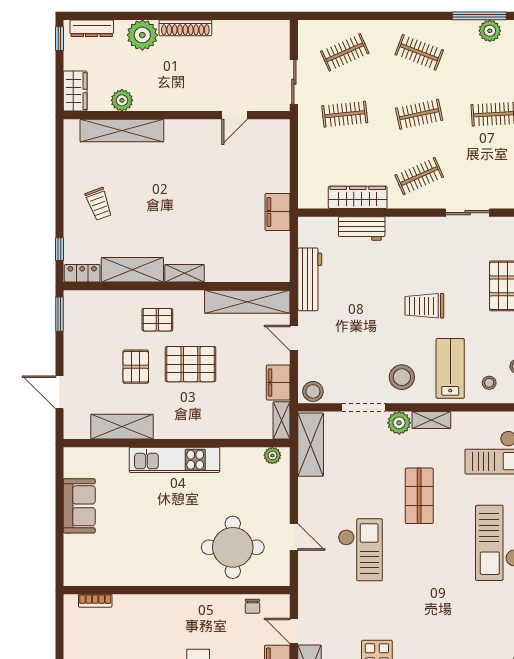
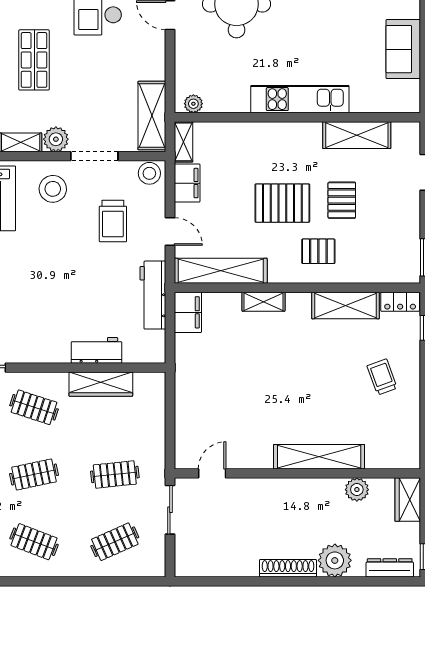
door: (235, 115) -> (212, 473), moved
shelving: (122, 131) -> (319, 457), moved
clothes rail: (419, 176) -> (34, 407), turned 42
filing cabinet: (278, 212) -> (188, 312), moved
shelving: (185, 273) -> (263, 302), moved
trolley: (424, 306) -> (113, 221), moved, turned 90

